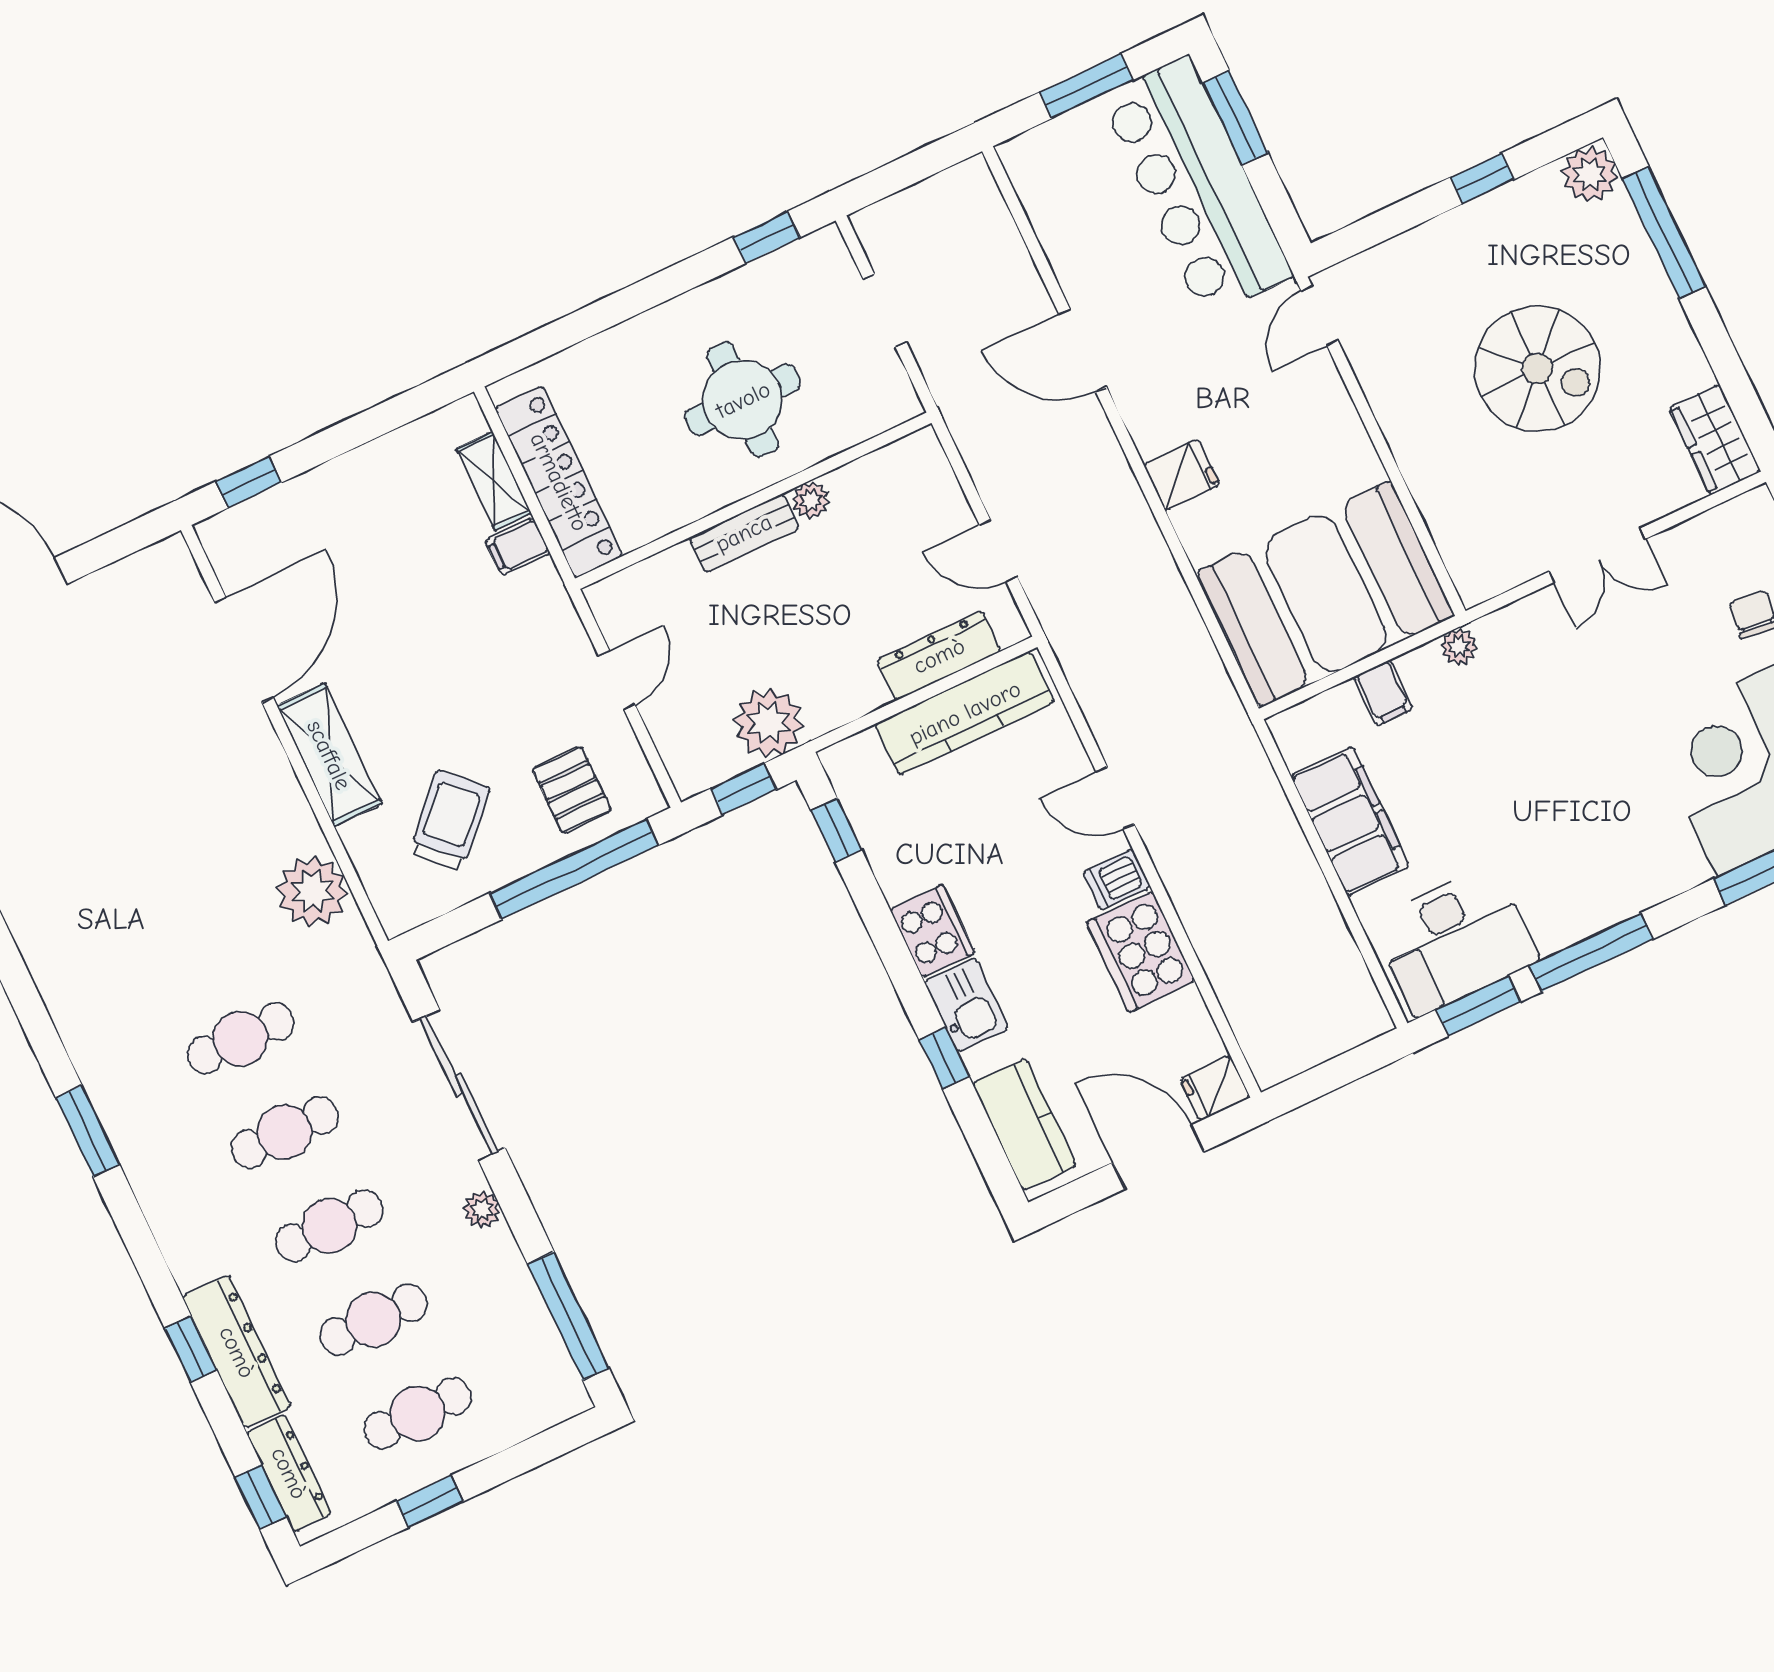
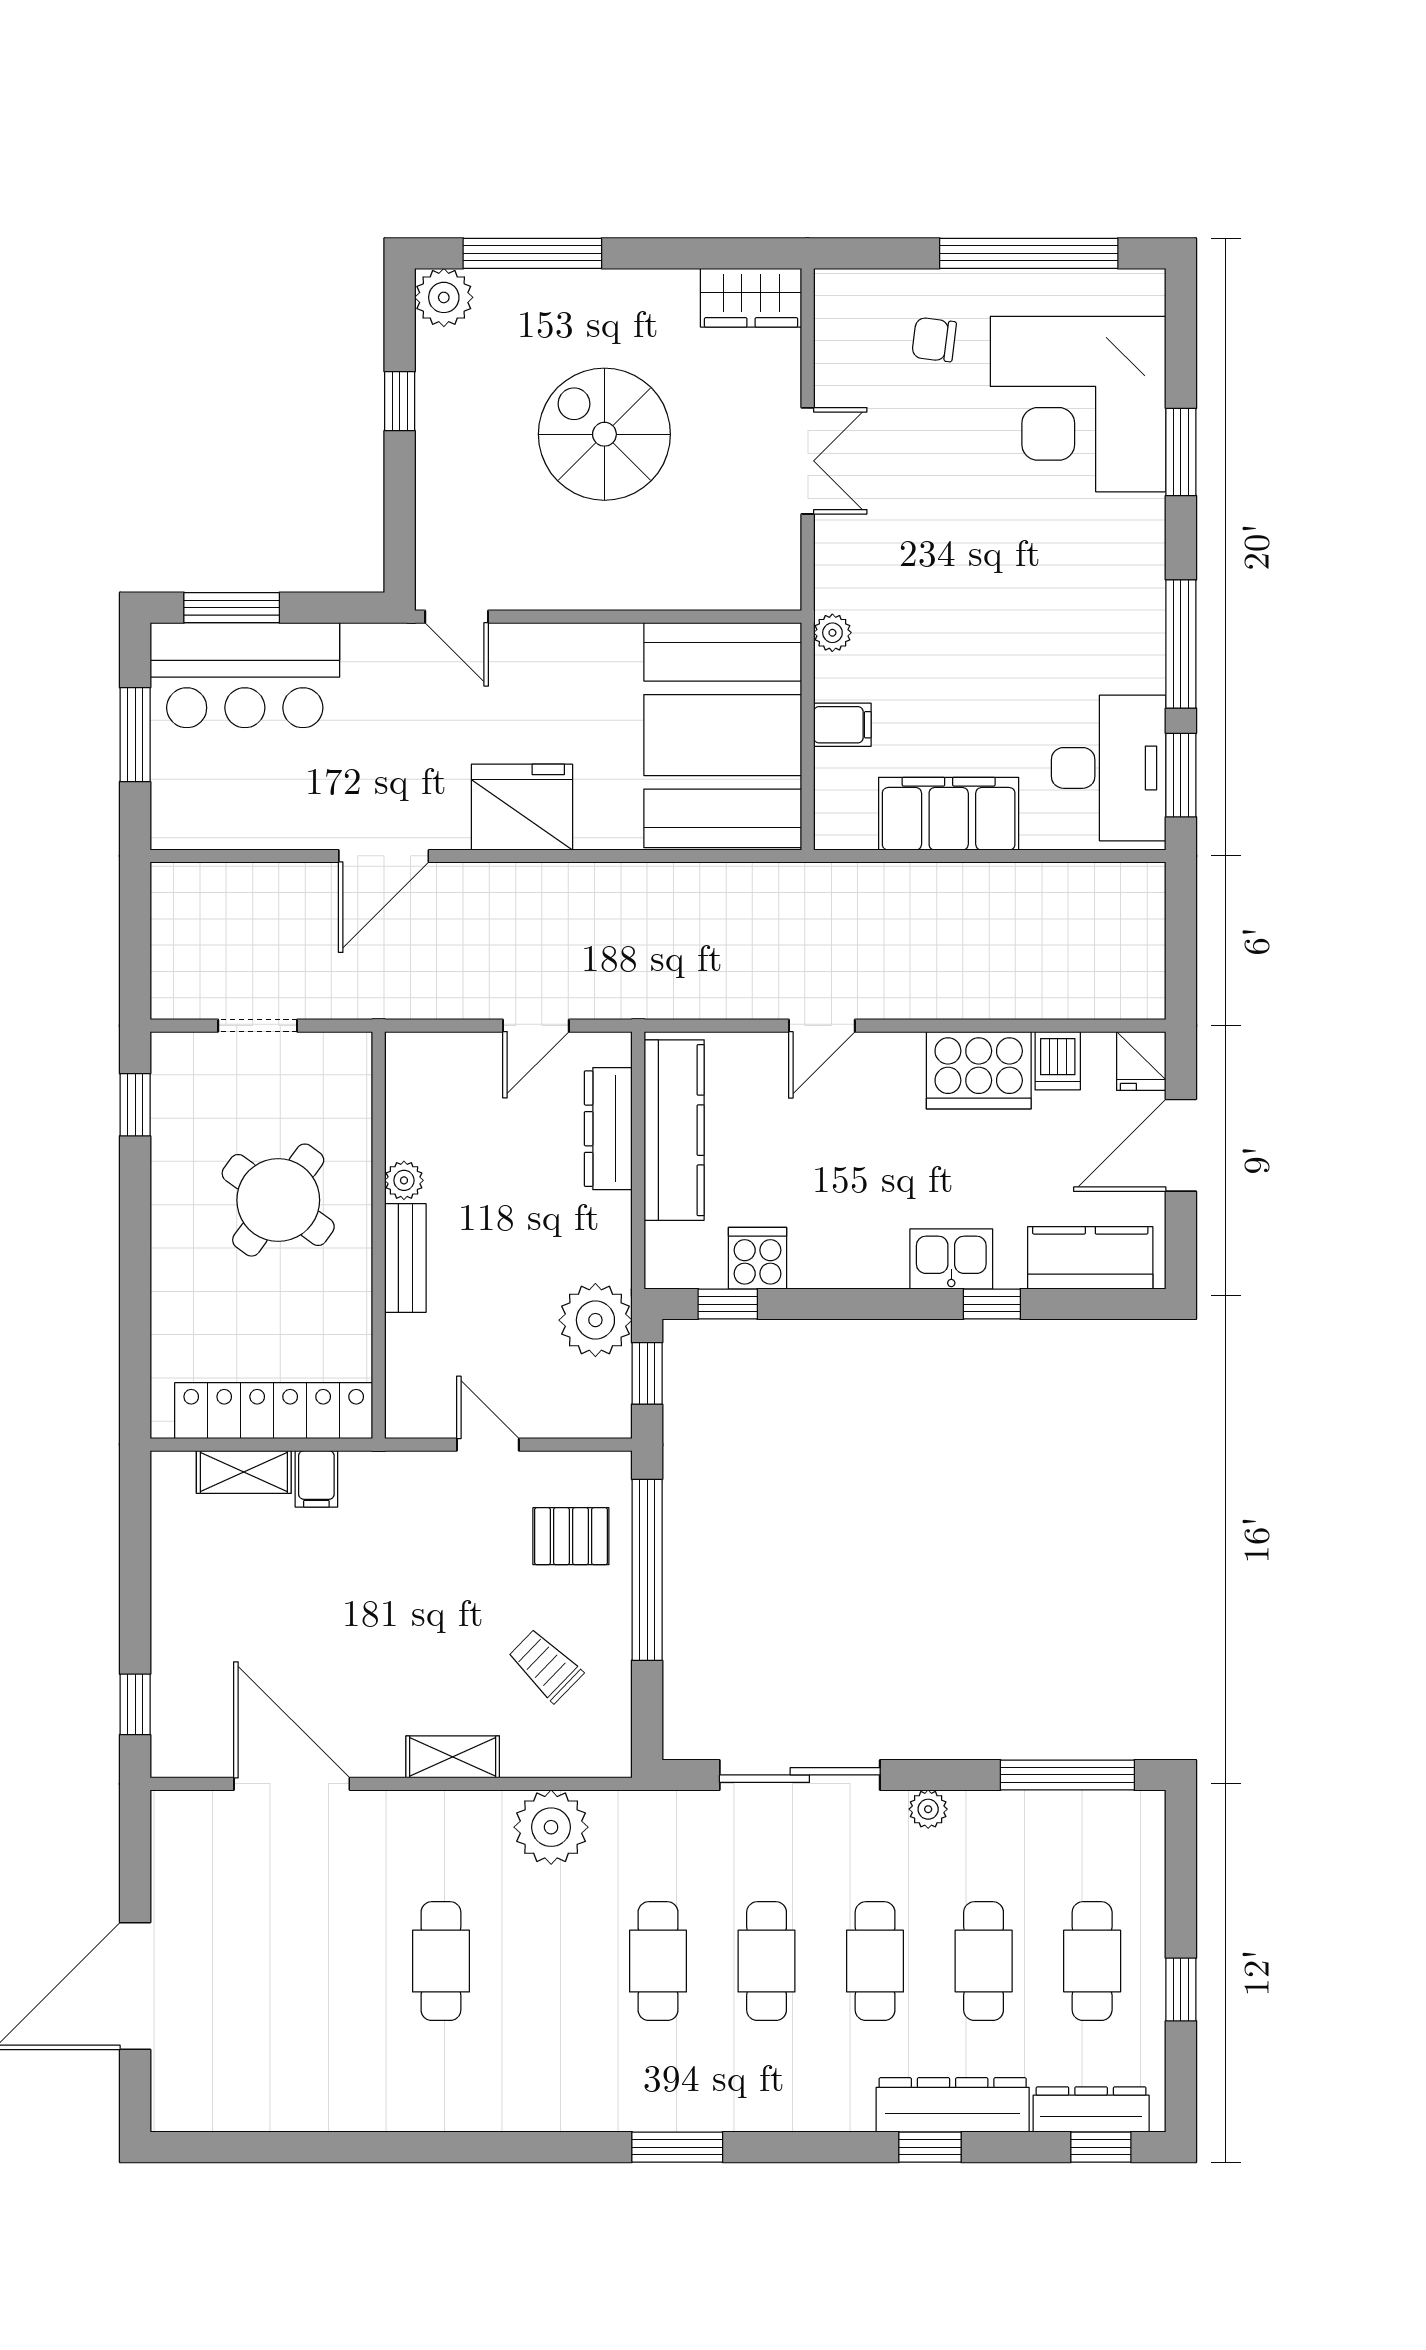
bar counter: (1196, 186) -> (245, 675), width x0.73
spiral stairs: (1537, 369) -> (604, 434), turned -90
round table: (743, 400) -> (278, 1200), turned 36
fridge: (1182, 475) -> (522, 807), width x1.88, depth x1.34
shelving: (329, 755) -> (453, 1757), width x0.67, depth x0.75
trolley: (450, 820) -> (545, 1666), width x0.73, depth x0.72
cafe table: (152, 851) -> (441, 1961), added
dishwasher: (1117, 880) -> (1058, 1061), moved
cooker: (932, 931) -> (758, 1258), moved, width x0.73

